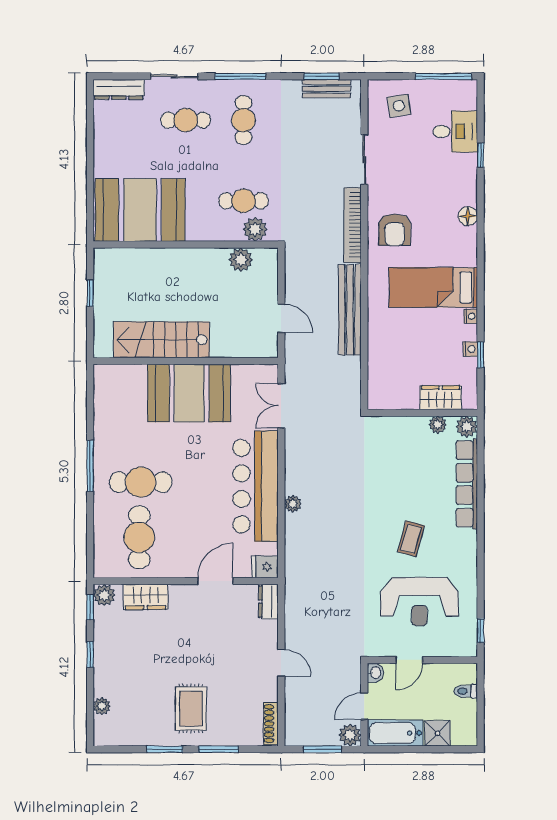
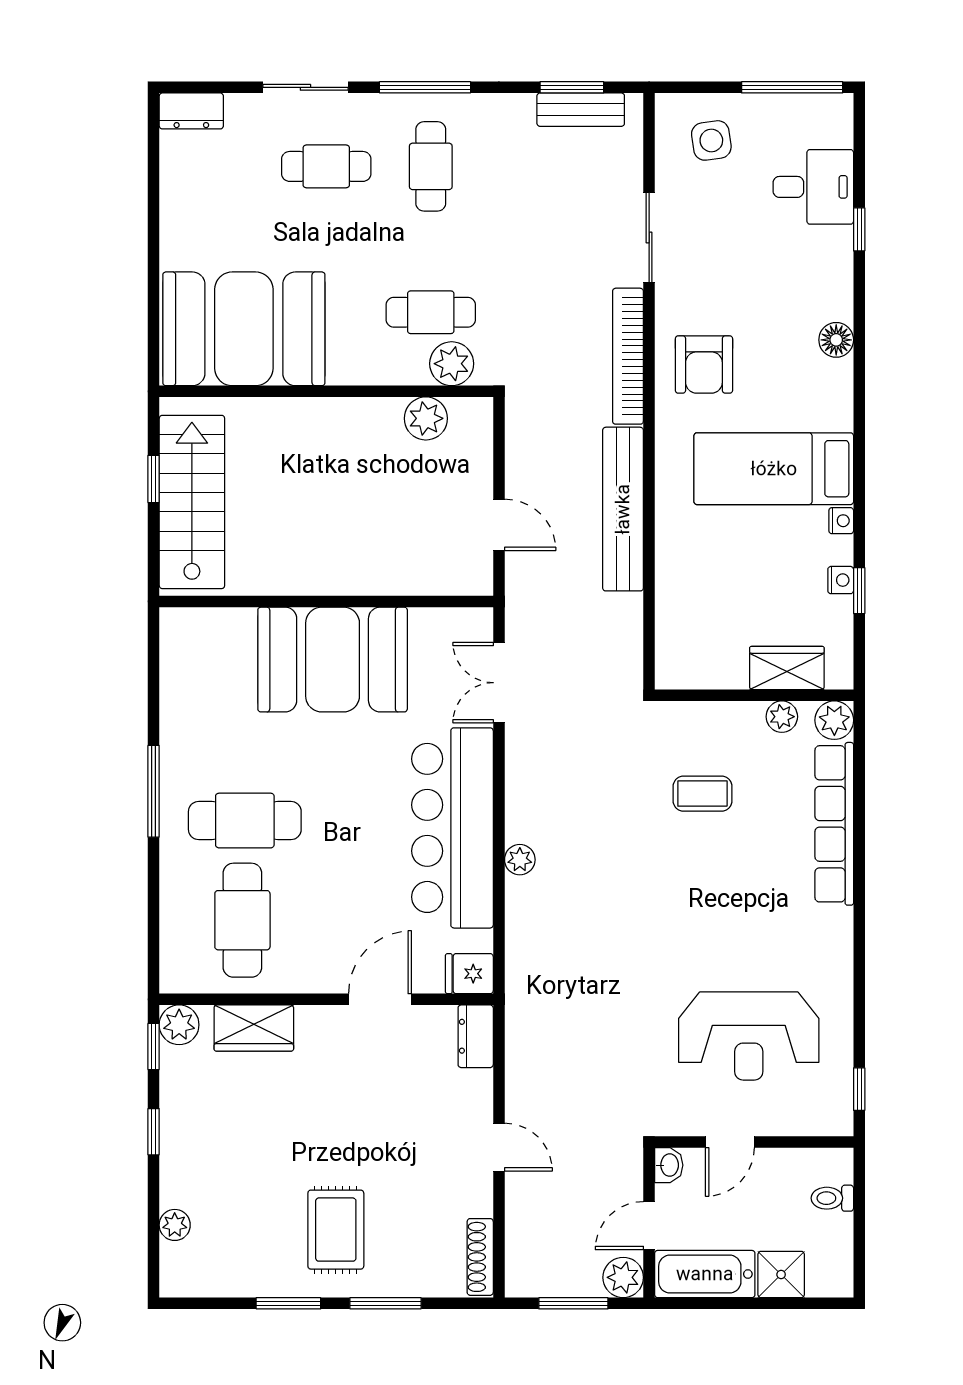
dresser: (119, 89) -> (191, 111), width x0.70
stairs: (161, 340) -> (192, 502), moved, turned 90
coffee table: (411, 539) -> (703, 794), moved, turned 75

